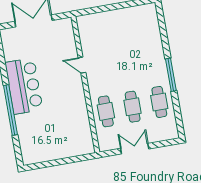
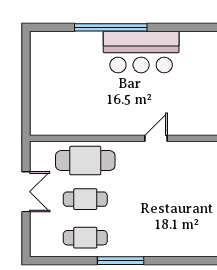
cafe table: (106, 111) -> (85, 161), width x1.37, depth x1.35

